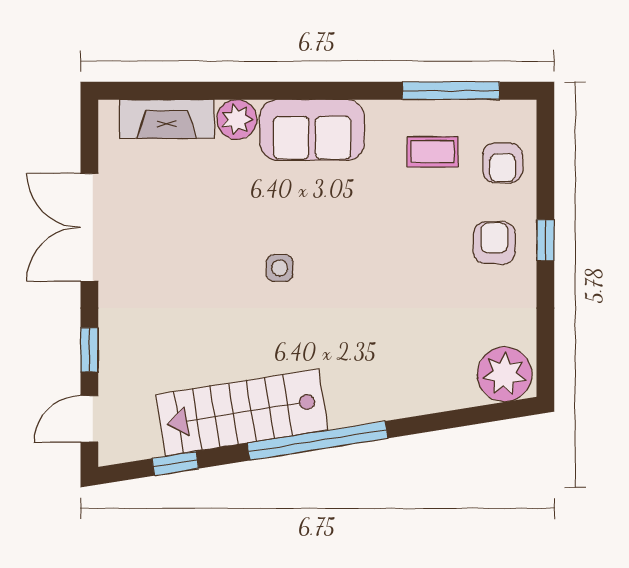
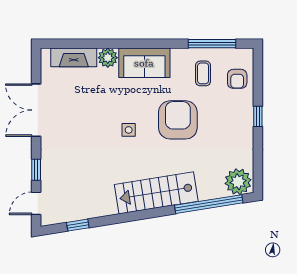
coffee table: (433, 152) -> (203, 73), turned 90
armchair: (494, 243) -> (178, 120), moved, width x1.88, depth x1.88
stairs: (242, 412) -> (156, 193), moved
window: (317, 441) -> (209, 204), moved

